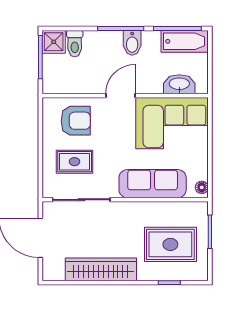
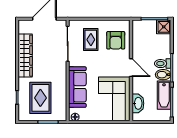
bathtub: (185, 41) -> (164, 95), moved
toilet: (75, 44) -> (163, 64), moved

